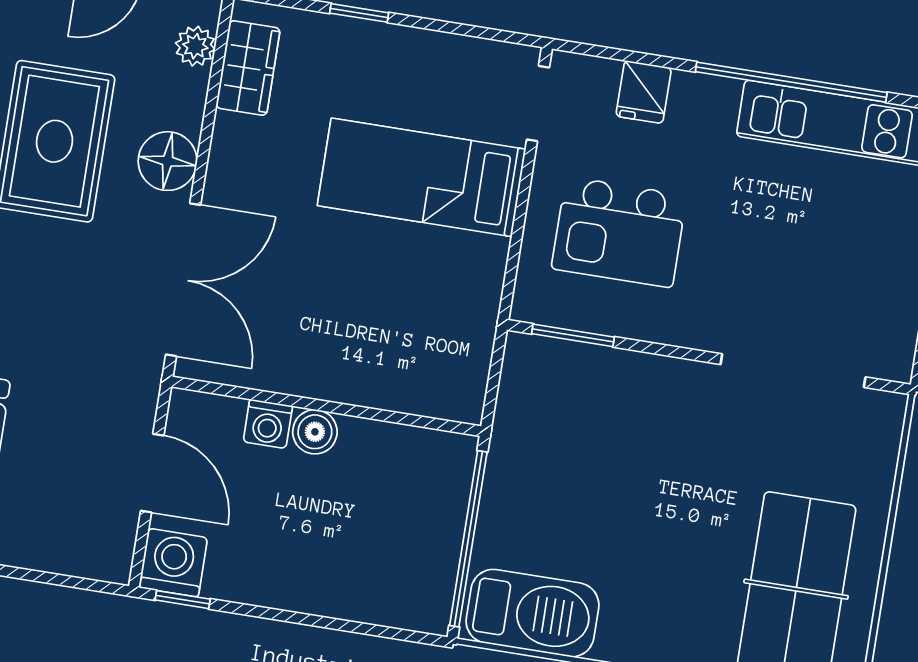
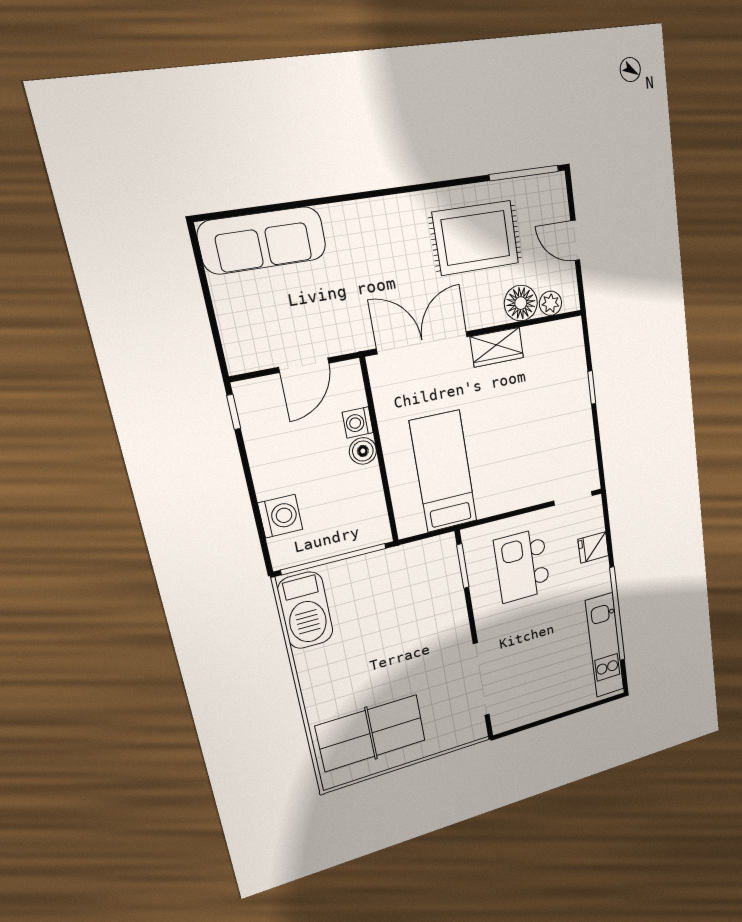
wardrobe: (248, 68) -> (497, 347), moved
floor lamp: (168, 161) -> (521, 303), moved
bed: (422, 177) -> (443, 472), moved
double door: (183, 280) -> (422, 343), swing flipped
washing machine: (173, 563) -> (280, 516), moved

